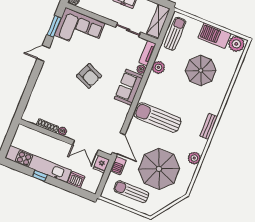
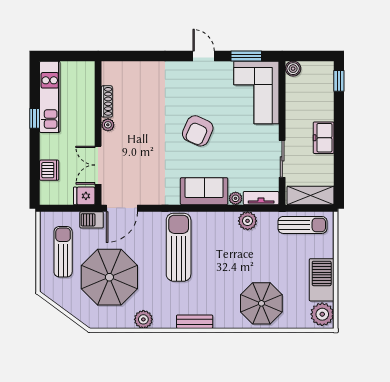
parasol: (201, 71) -> (261, 303), moved
kitchen unit: (38, 164) -> (50, 97), width x0.73

